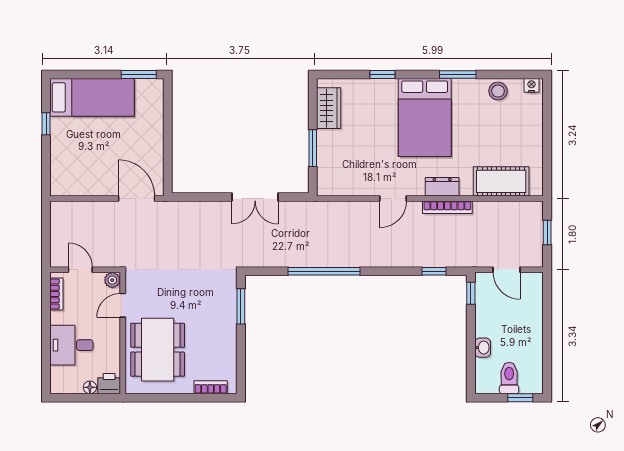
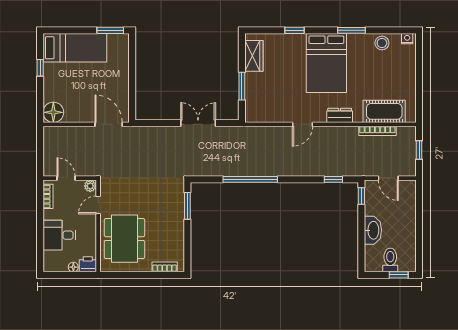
floor lamp: (63, 183) -> (53, 112), added
double door: (255, 197) -> (198, 123), swing flipped
bookcase: (447, 207) -> (377, 131), moved
washbasin: (483, 348) -> (373, 230), width x1.91, depth x1.45

